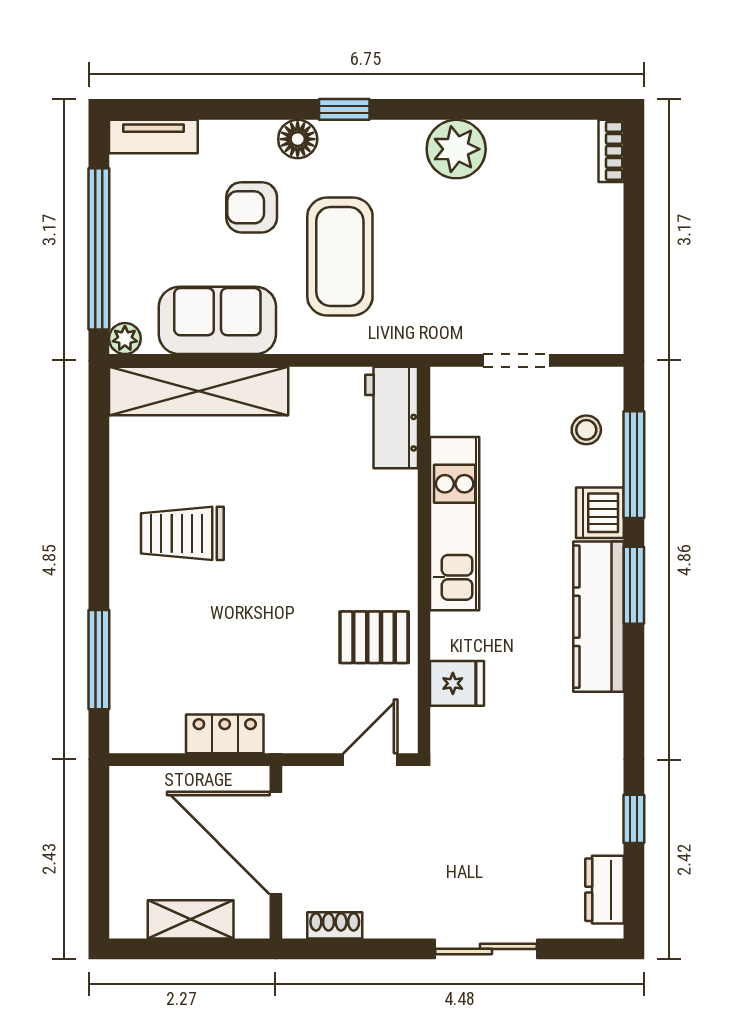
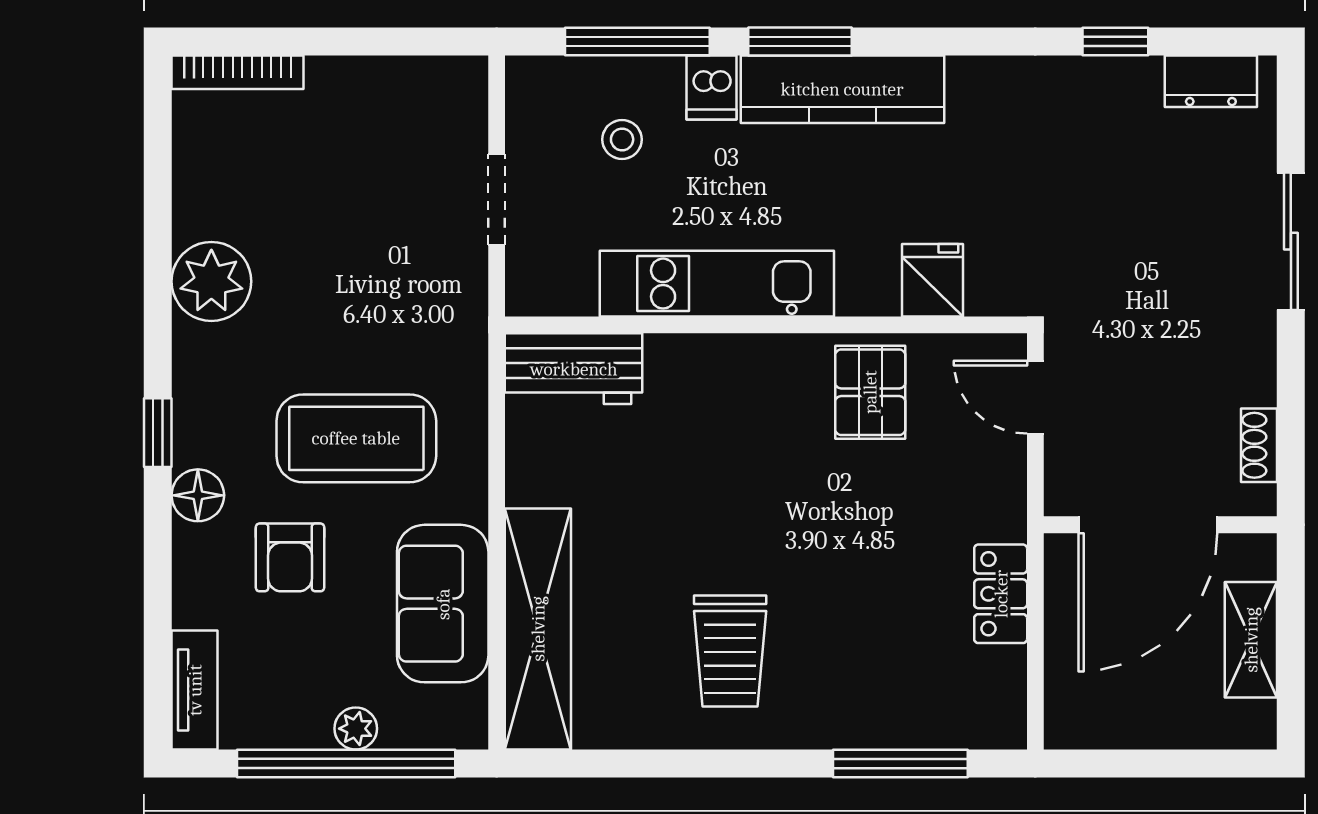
bookcase: (611, 151) -> (237, 72), width x1.56
plant: (125, 339) -> (356, 729), moved
stool: (586, 430) -> (622, 139), moved
dishwasher: (600, 513) -> (712, 88), width x0.73

